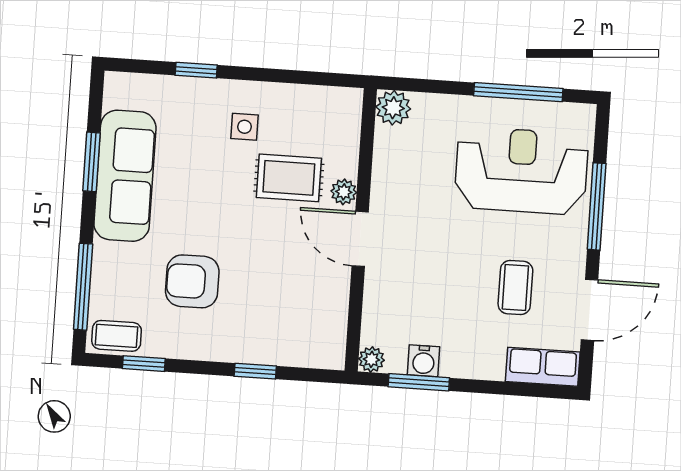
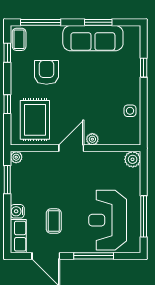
side table: (244, 127) -> (130, 111), moved
reception desk: (521, 171) -> (108, 220), turned 180
rug: (289, 178) -> (35, 120), moved, width x1.36, depth x1.43
coffee table: (515, 288) -> (54, 221), turned 90
water cooler: (424, 361) -> (17, 211), moved

